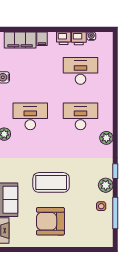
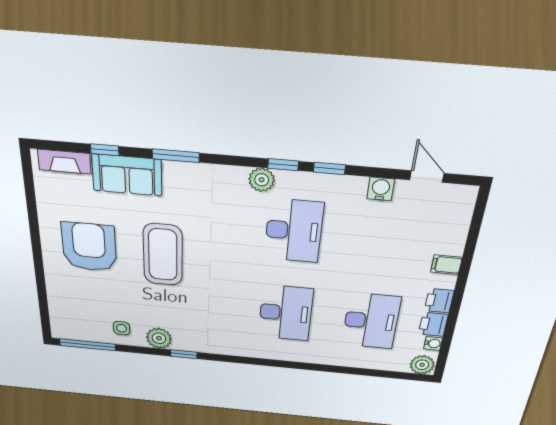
filing cabinet: (20, 40) -> (453, 226), removed
plant: (106, 138) -> (422, 365), moved
window: (115, 213) -> (88, 345), moved

